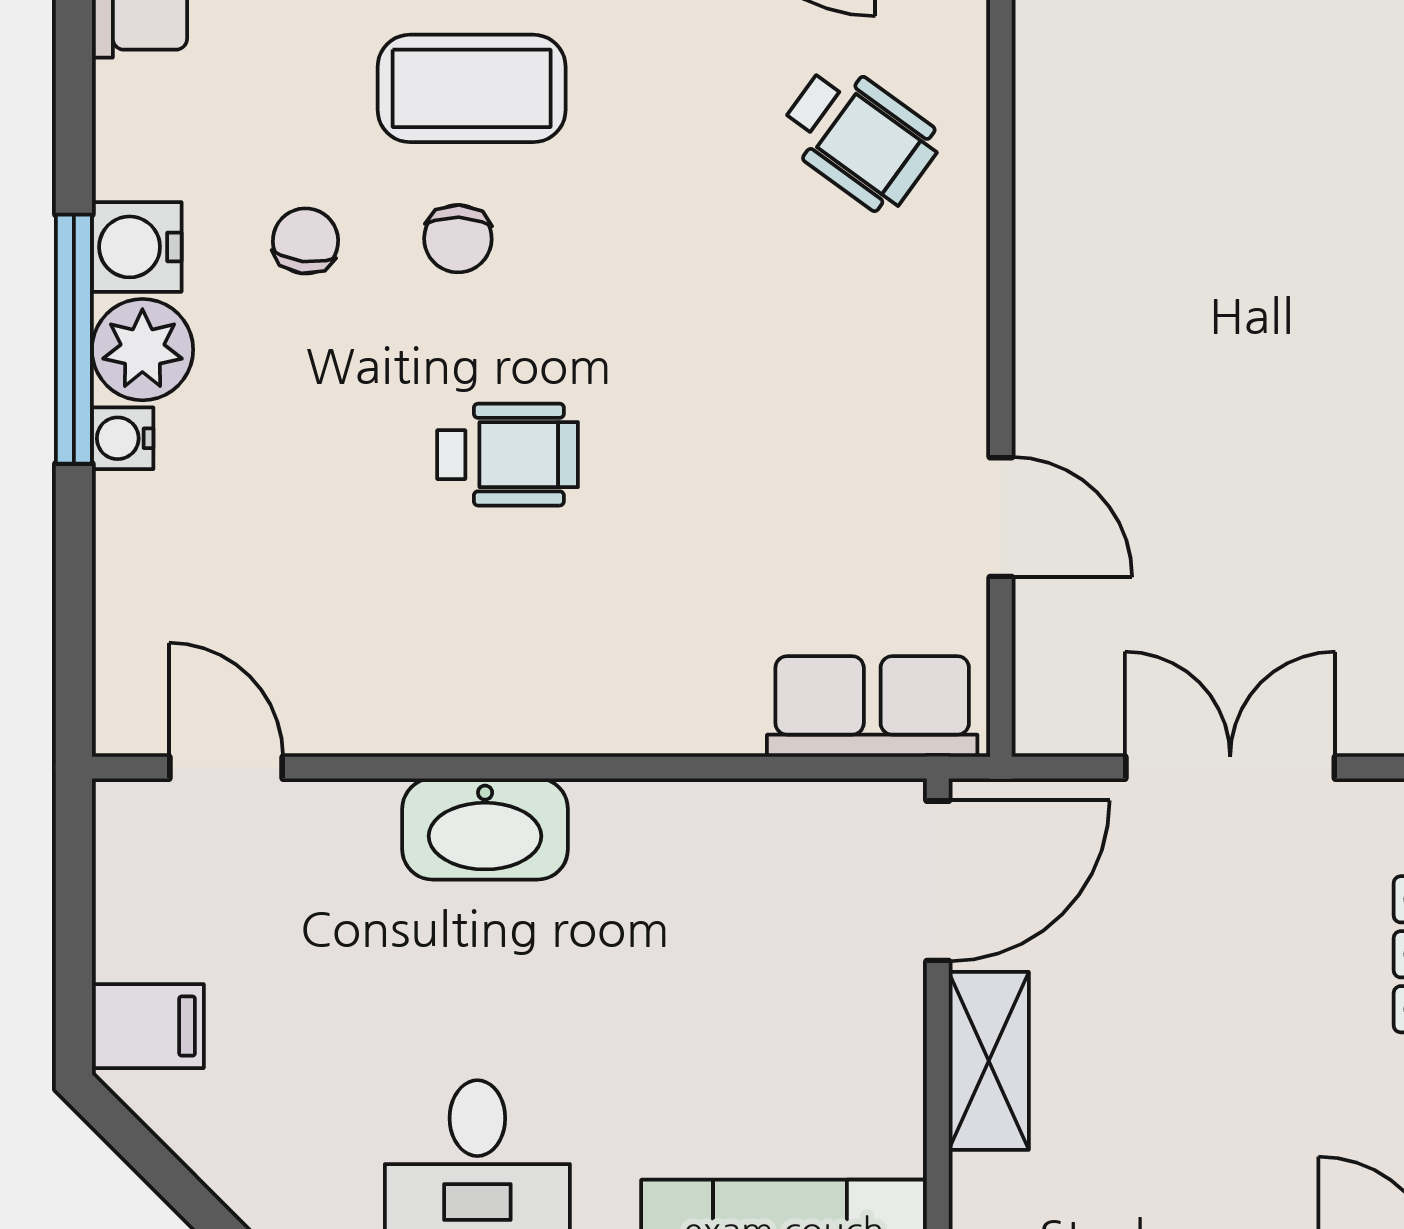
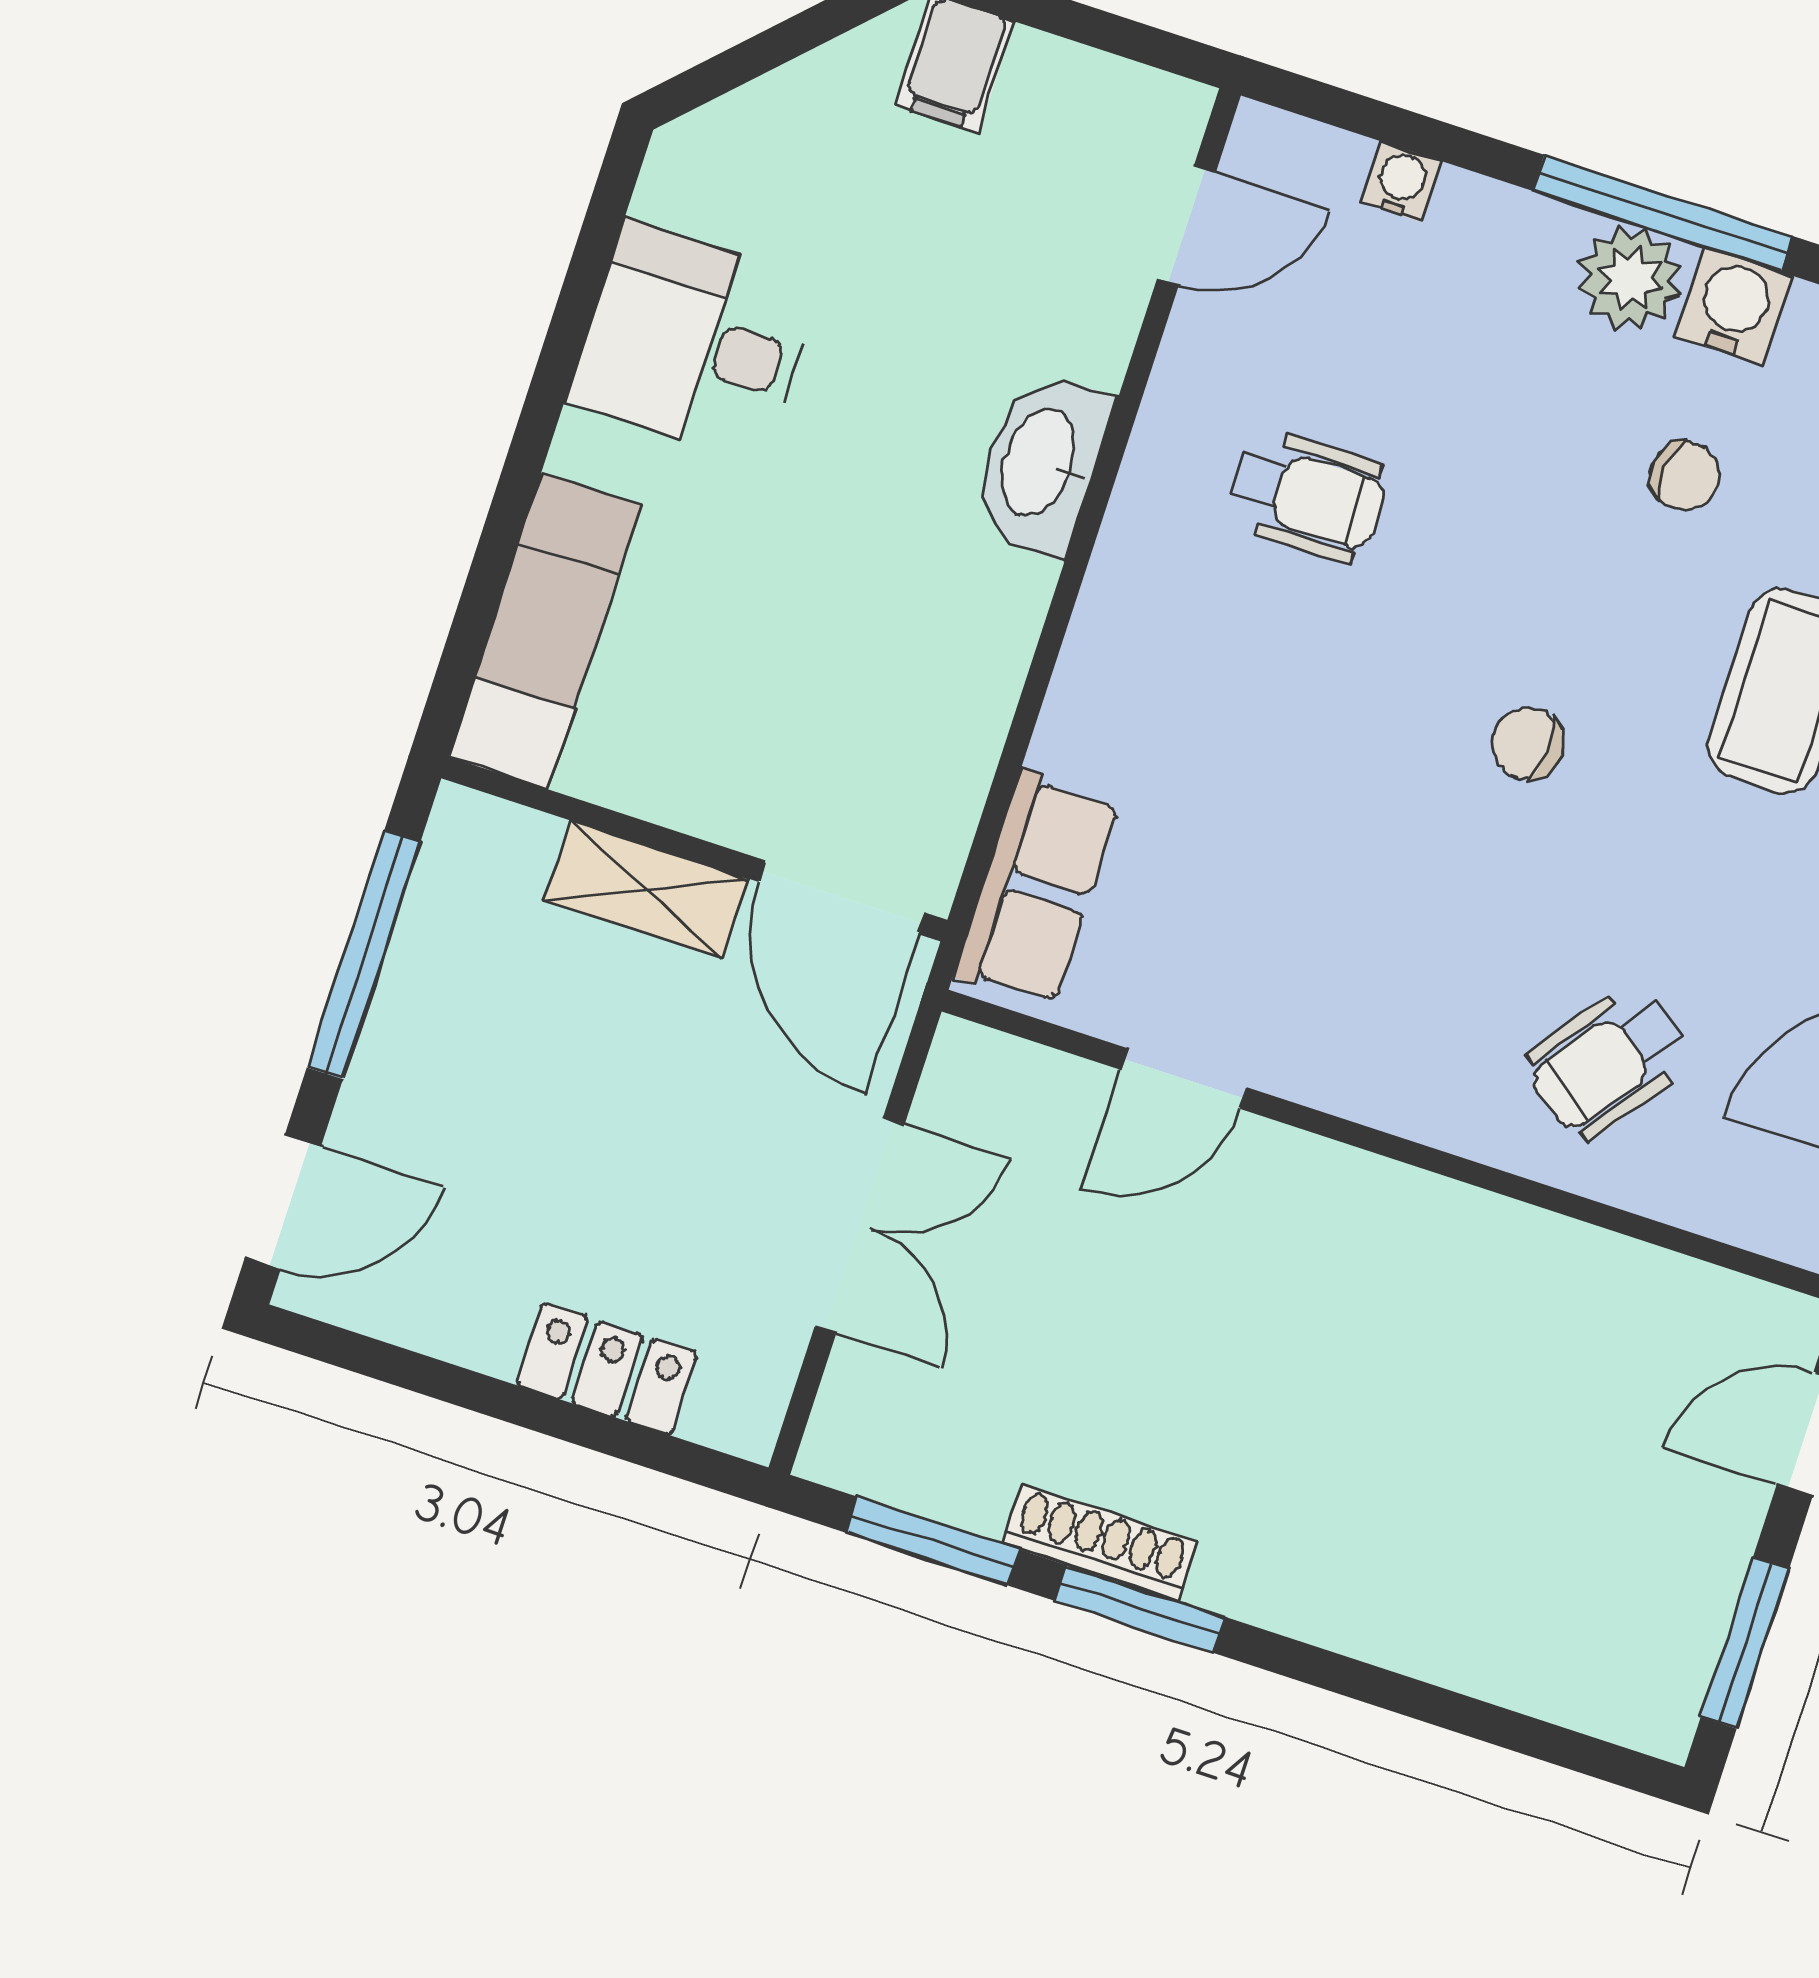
chair: (458, 239) -> (1527, 743), moved
water cooler: (123, 438) -> (1401, 182), moved
wheelchair: (508, 455) -> (1308, 496), moved, turned -90

